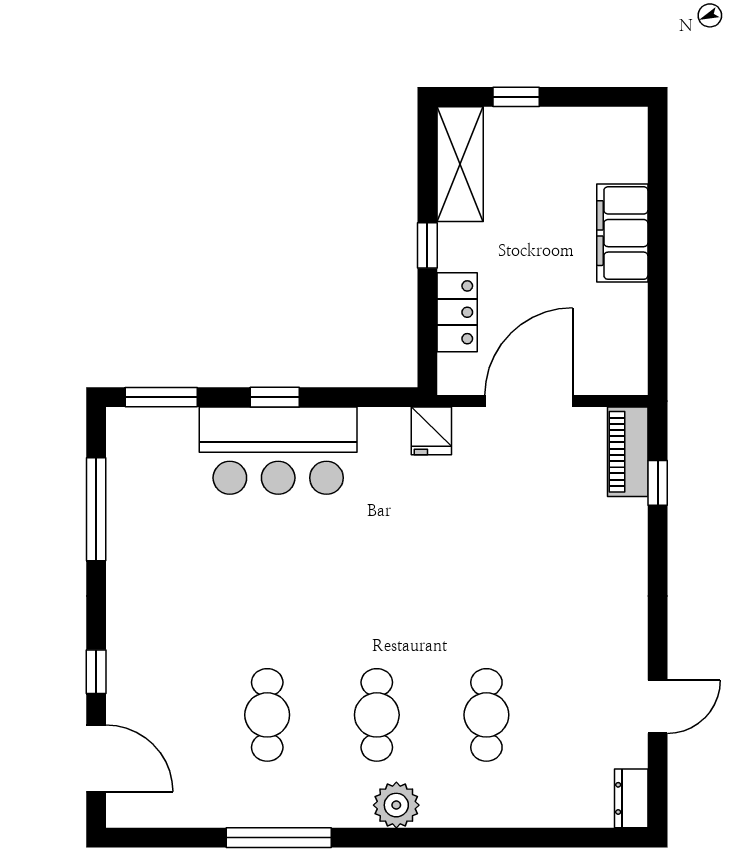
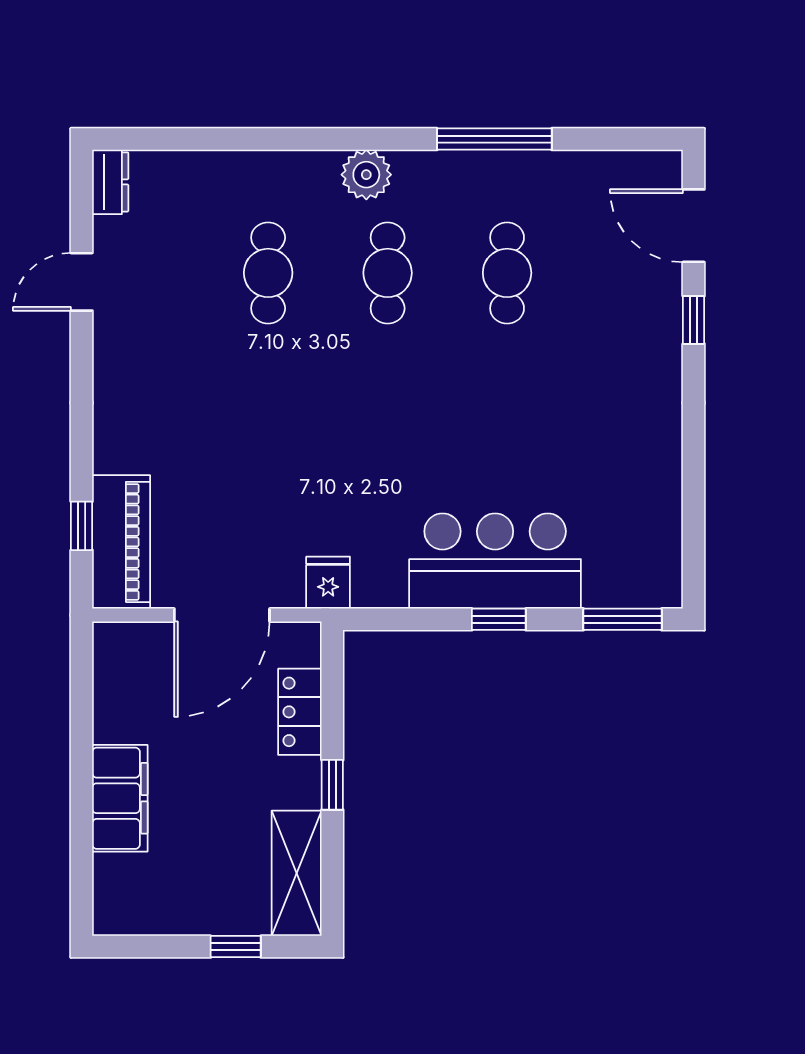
piano: (628, 452) -> (121, 542), width x1.37, depth x1.33
window: (96, 509) -> (694, 497), removed

